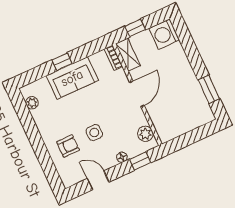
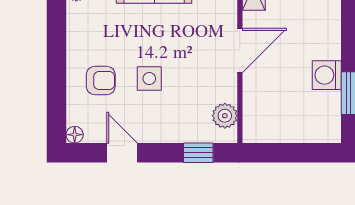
washing machine: (191, 85) -> (327, 75), added
floor lamp: (122, 157) -> (75, 135), moved

